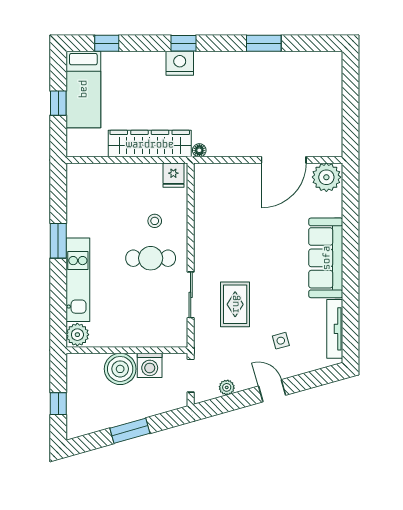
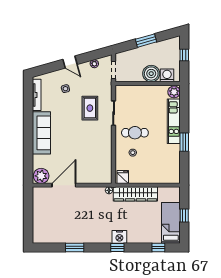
washing machine: (150, 365) -> (167, 75), moved

